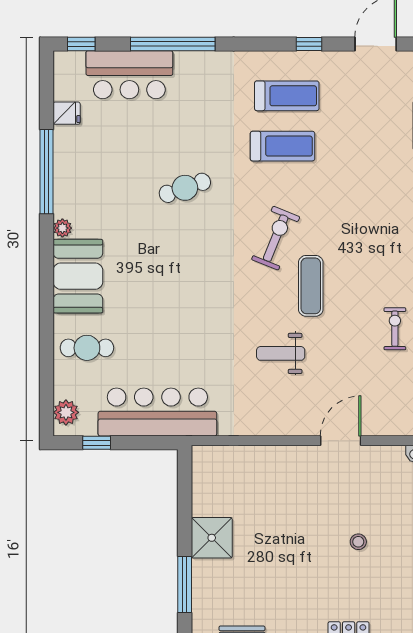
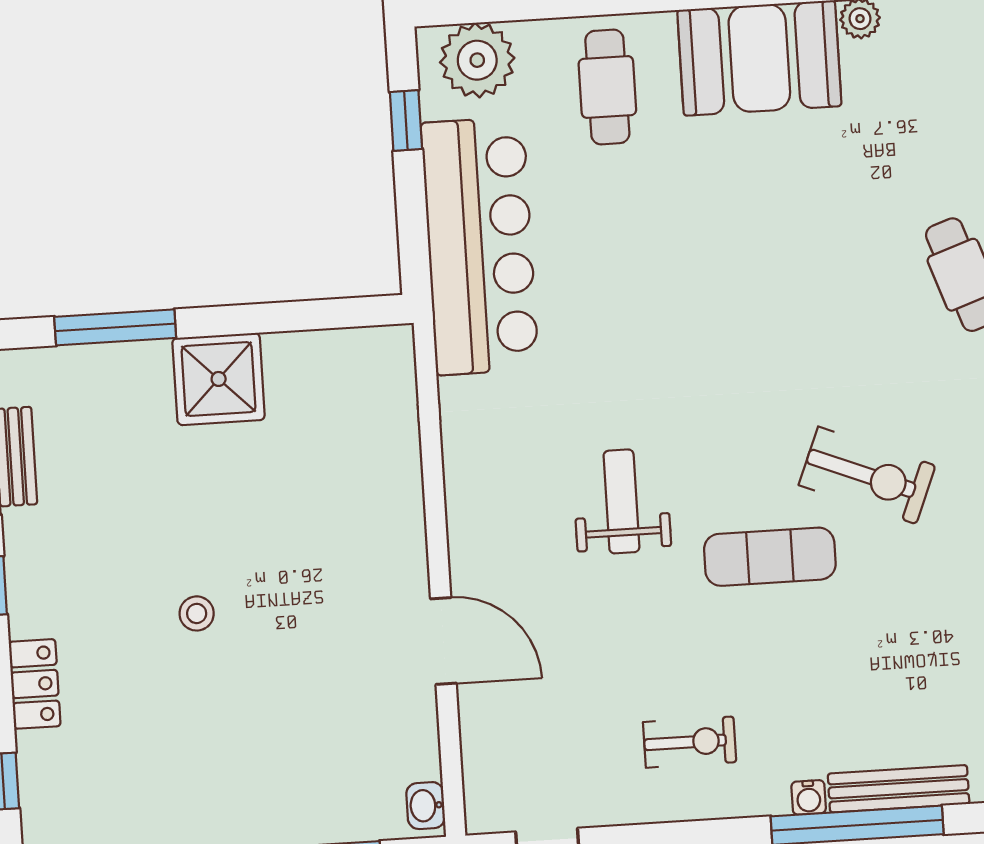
plant: (66, 412) -> (477, 60), width x1.36, depth x1.36
stool: (358, 542) -> (197, 613), moved

